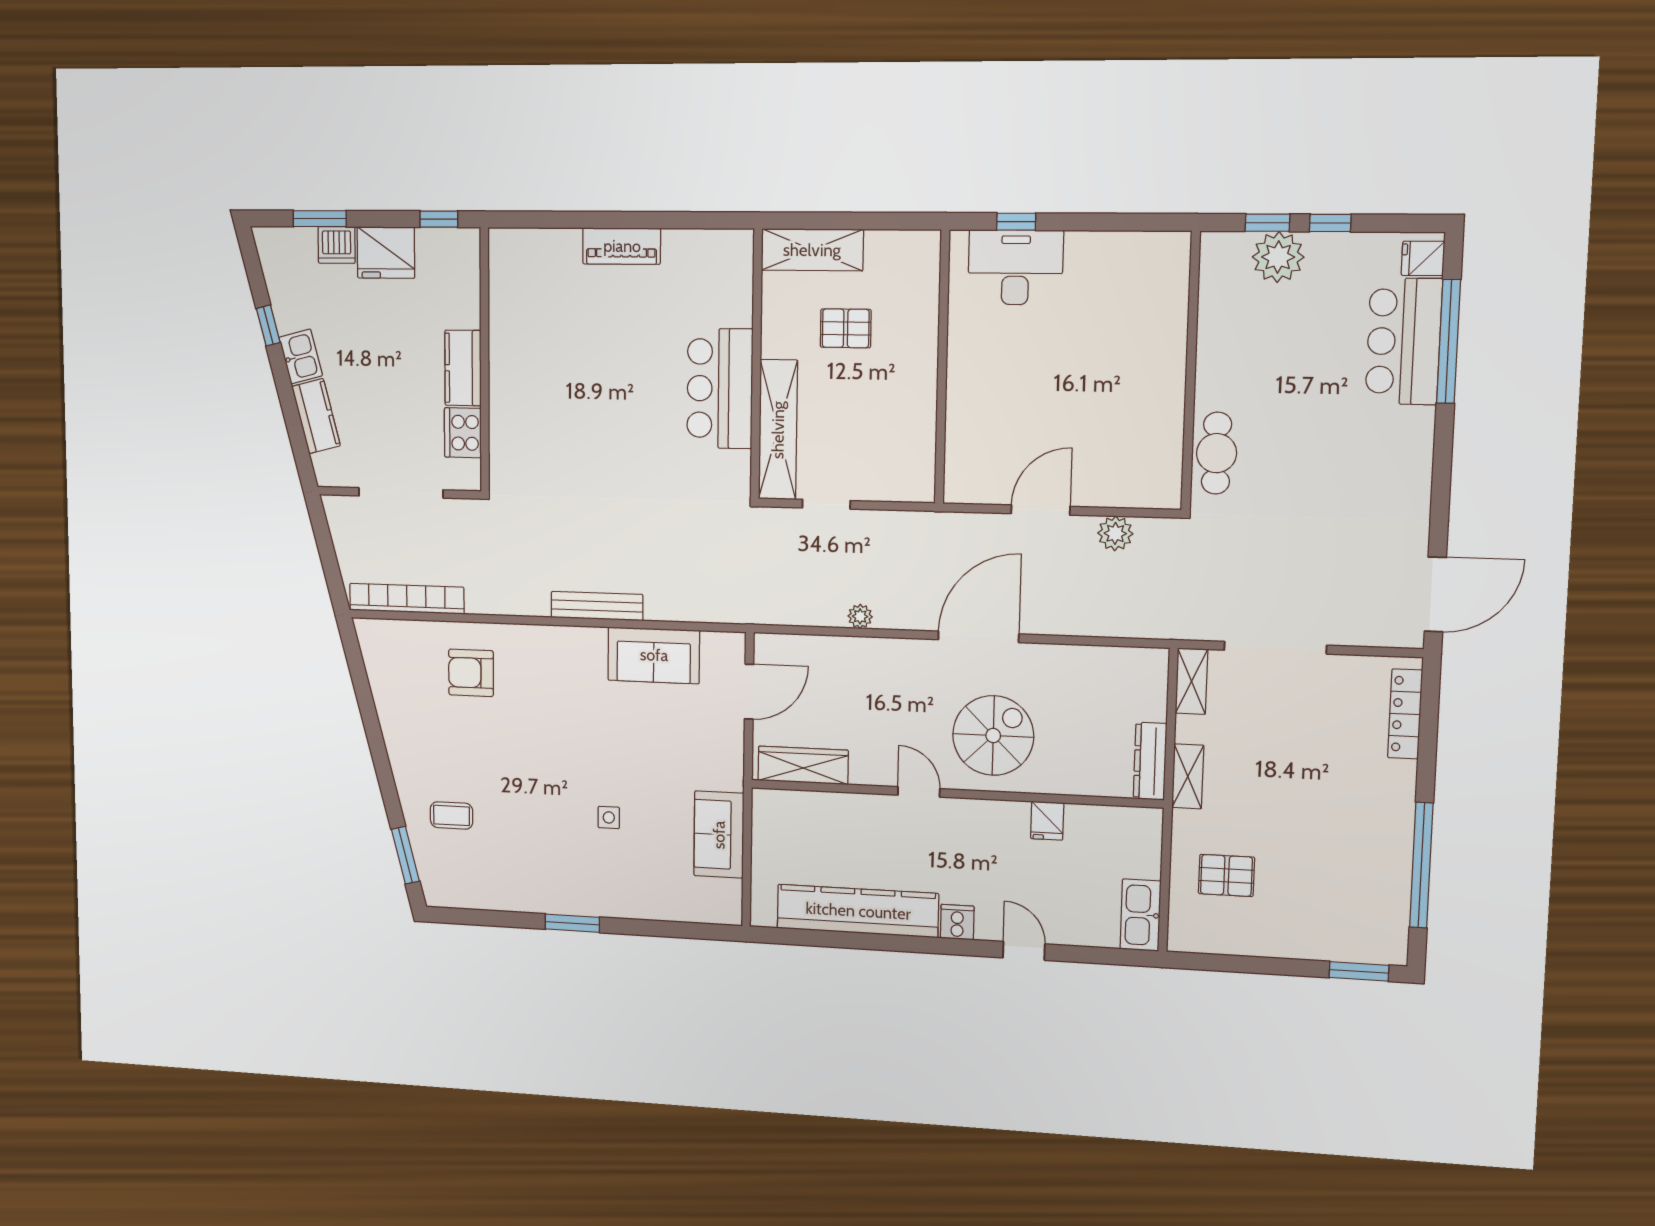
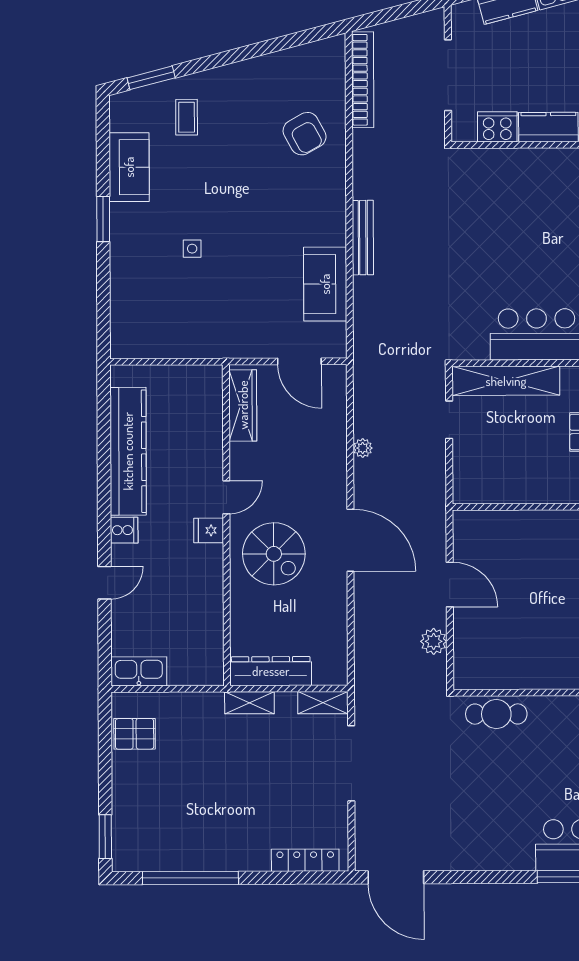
armchair: (471, 673) -> (305, 134), turned 151
dresser: (1150, 761) -> (271, 671), width x1.37, depth x1.24
fridge: (1047, 821) -> (209, 530), moved
sofa: (719, 835) -> (129, 167), moved, turned 90
pallet: (1226, 875) -> (135, 734), moved, turned 90

